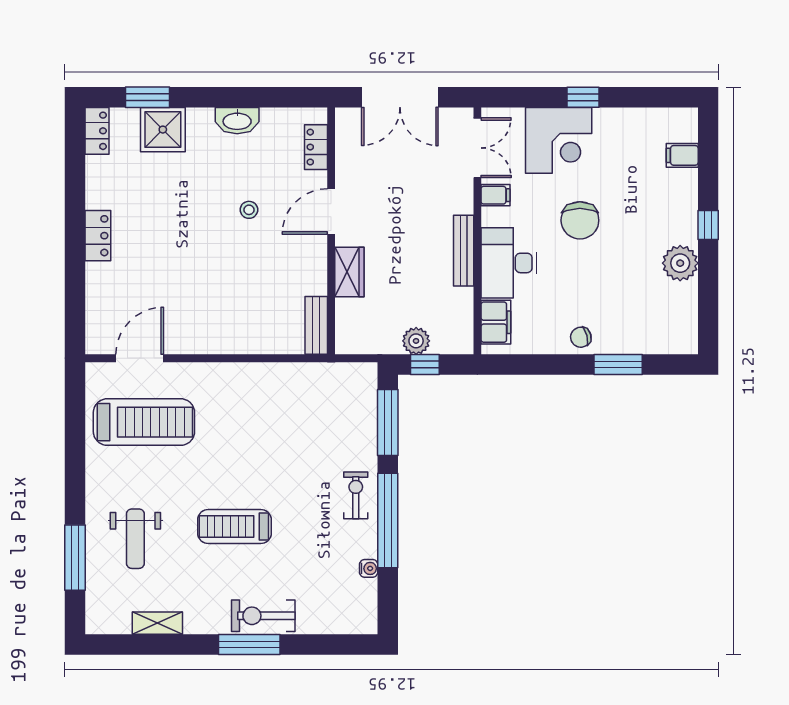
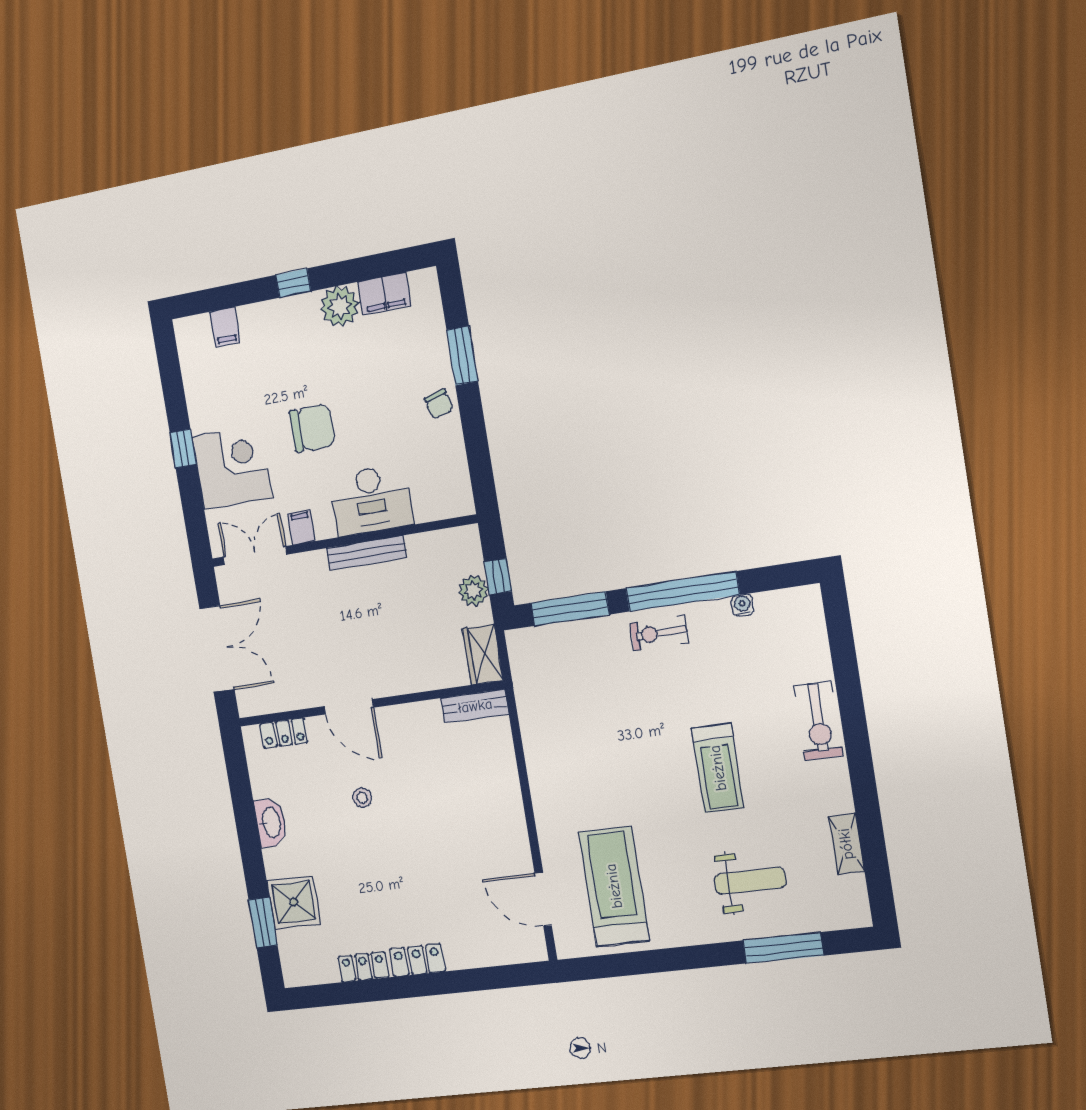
locker: (97, 131) -> (363, 967), moved
wardrobe: (349, 272) -> (483, 654), moved, turned -90
filing cabinet: (496, 322) -> (384, 294), moved, turned 180
window: (249, 644) -> (856, 733), removed

